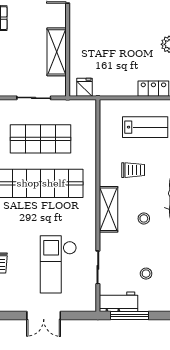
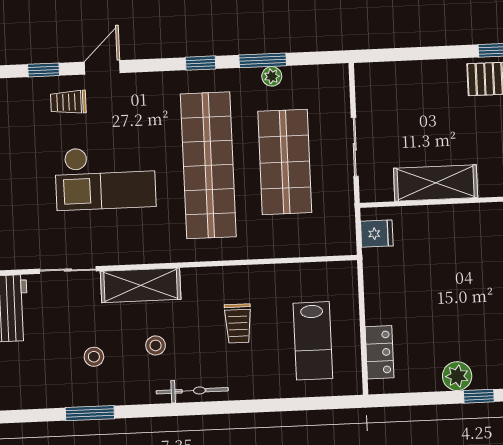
shelving: (109, 209) -> (141, 285), moved
checkout: (58, 264) -> (105, 178), moved, turned 180
stool: (146, 274) -> (94, 357), moved

